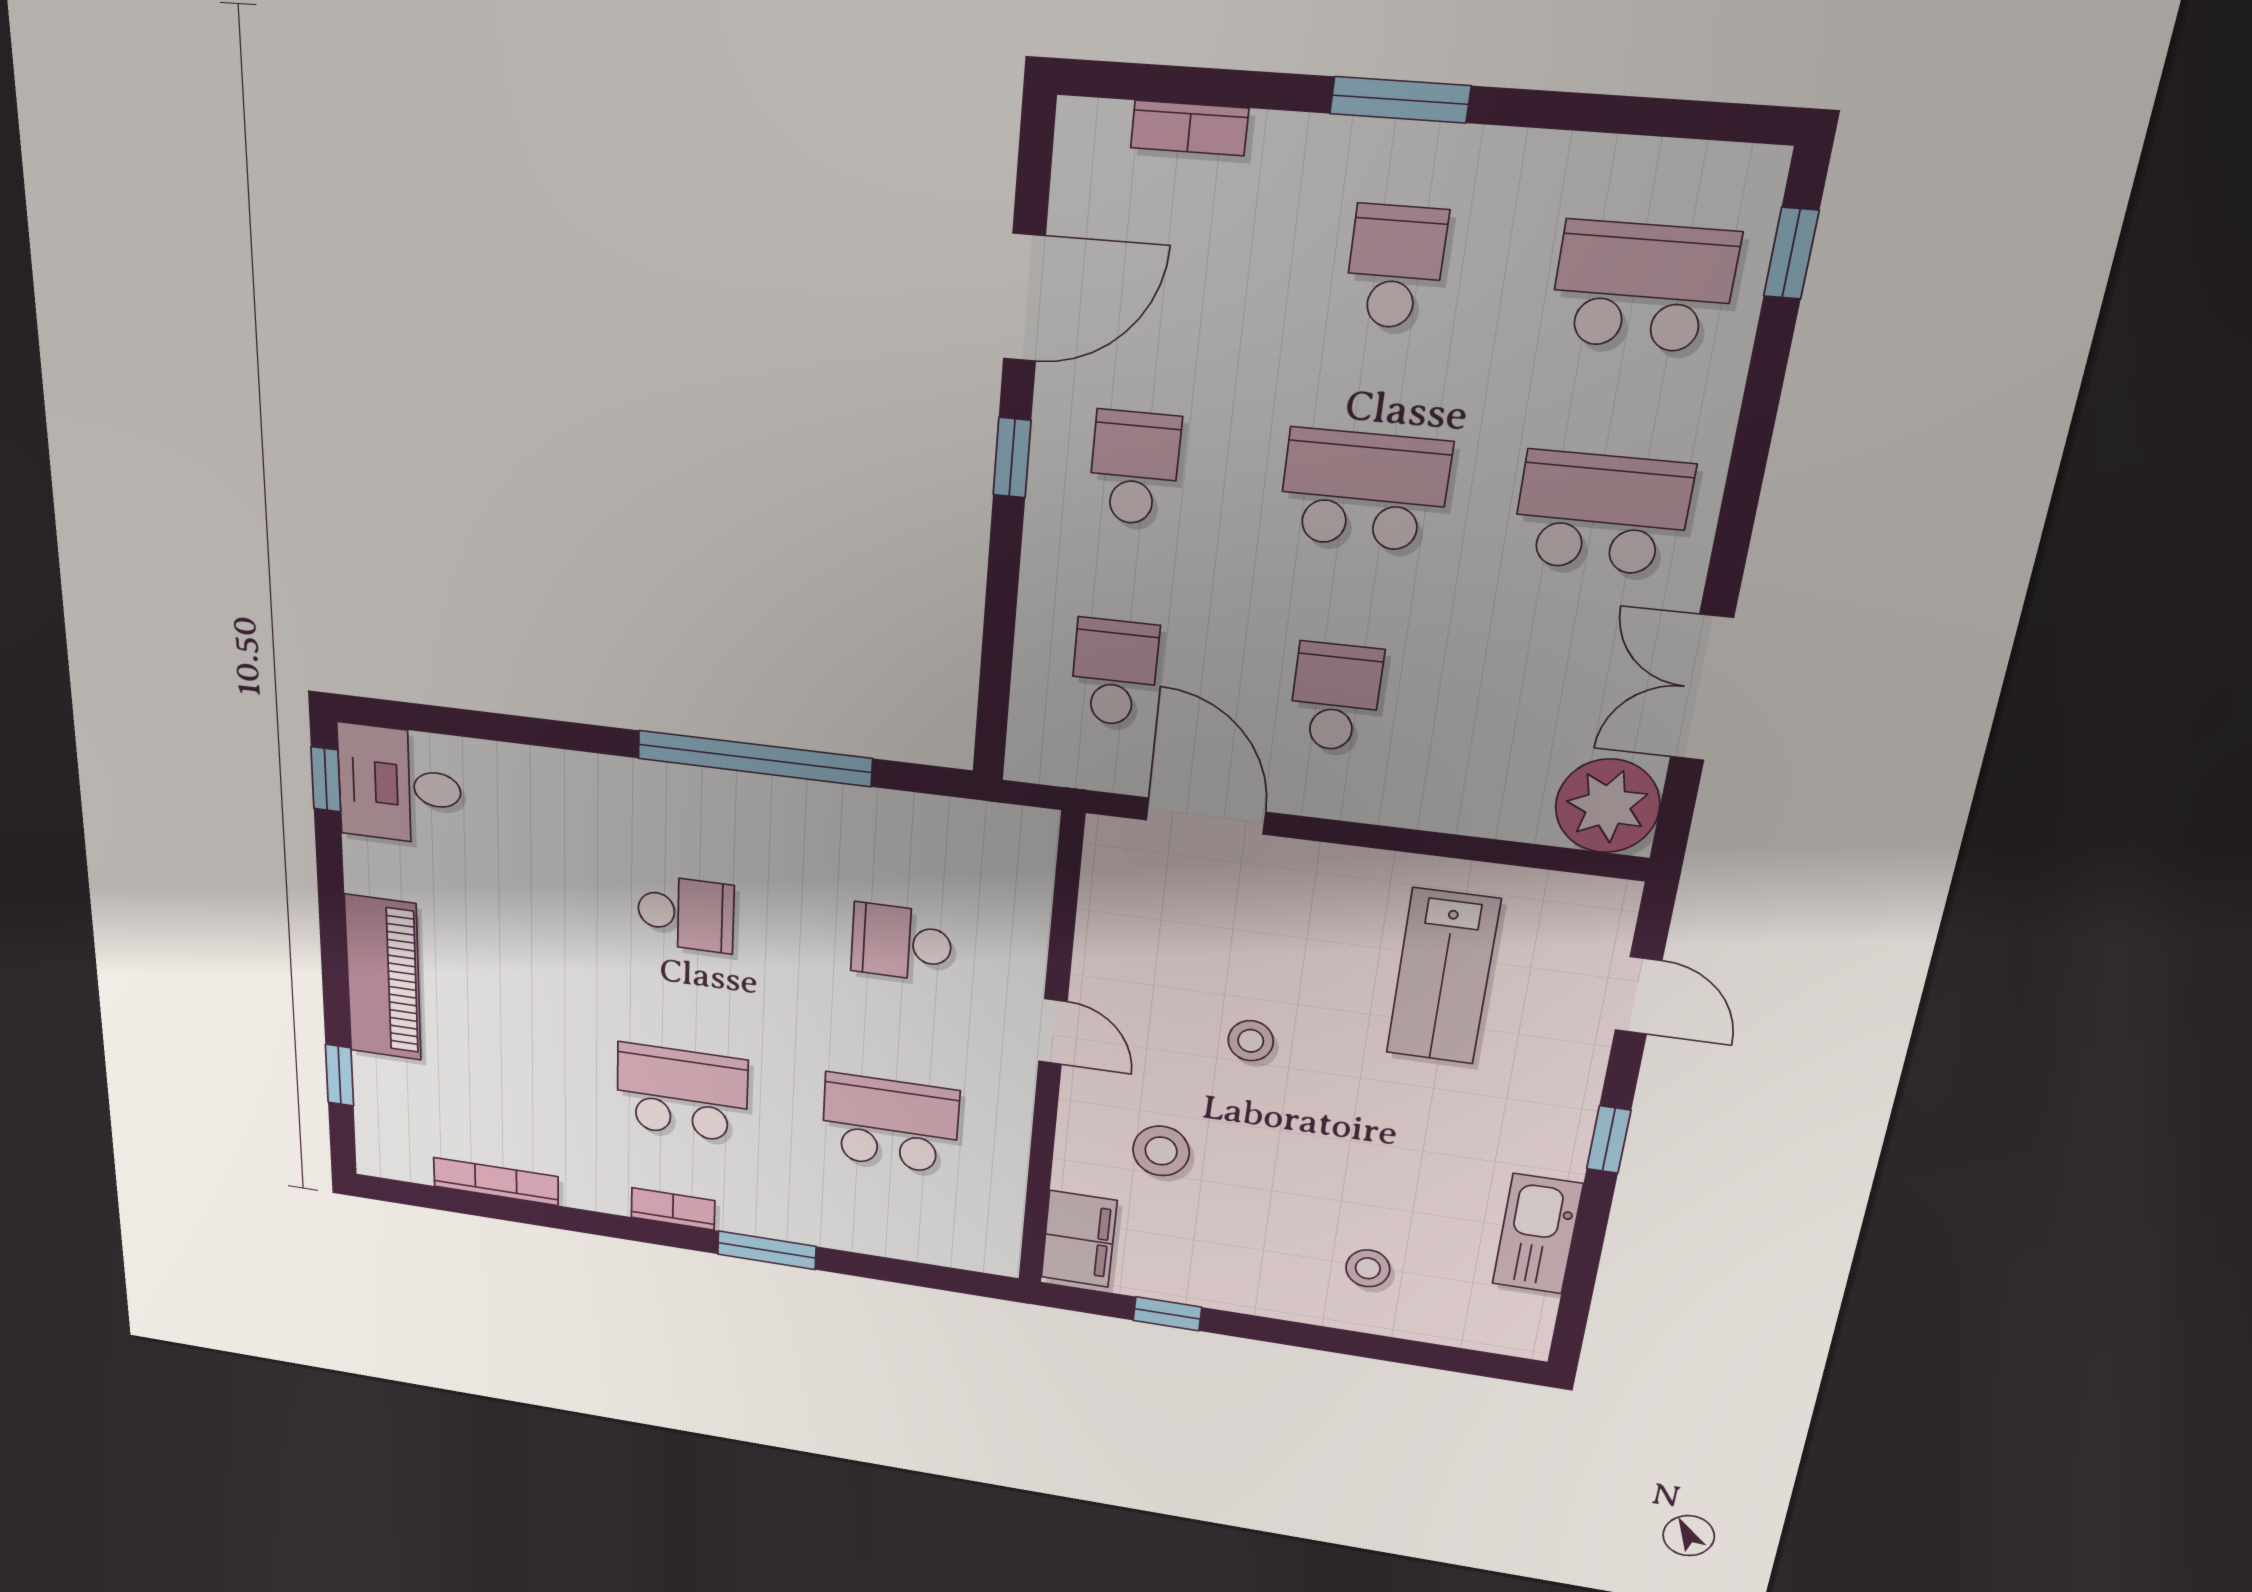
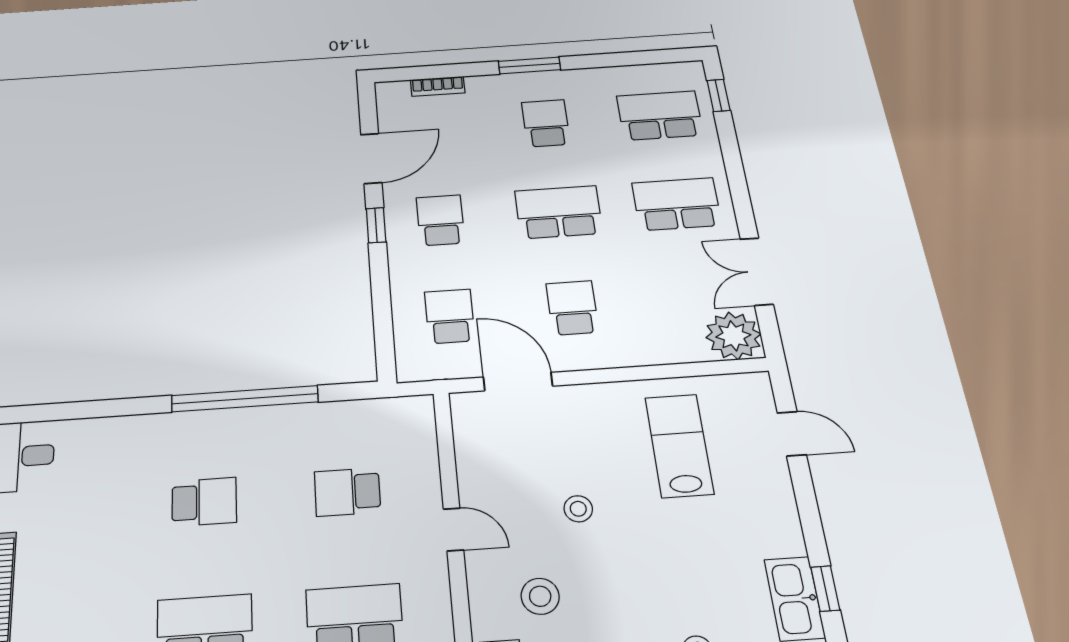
lab bench: (1443, 977) -> (679, 445), turned 180
window: (1609, 1140) -> (825, 589), moved

